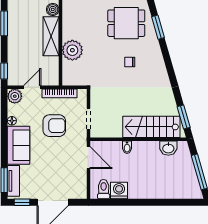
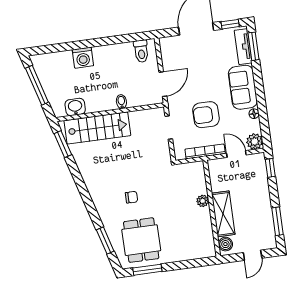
dining table: (126, 23) -> (141, 240), turned 90
plant: (72, 50) -> (203, 201), width x0.53, depth x0.53
door: (32, 87) -> (236, 154), swing flipped
door: (88, 158) -> (163, 84), swing flipped
washing machine: (119, 191) -> (83, 58), moved

